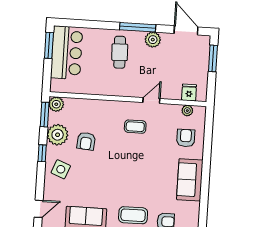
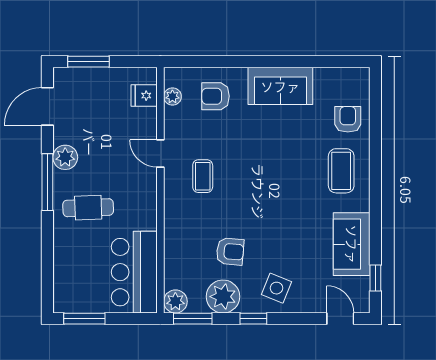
bar counter: (67, 53) -> (134, 272), moved, turned -90

